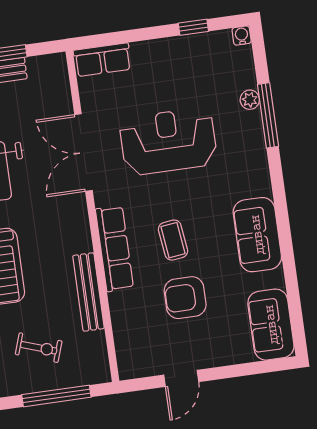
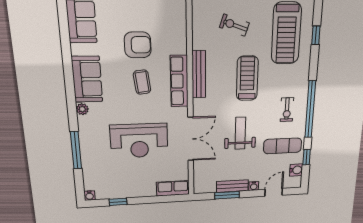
plant: (250, 100) -> (82, 109), moved
bench: (88, 292) -> (199, 74), moved

